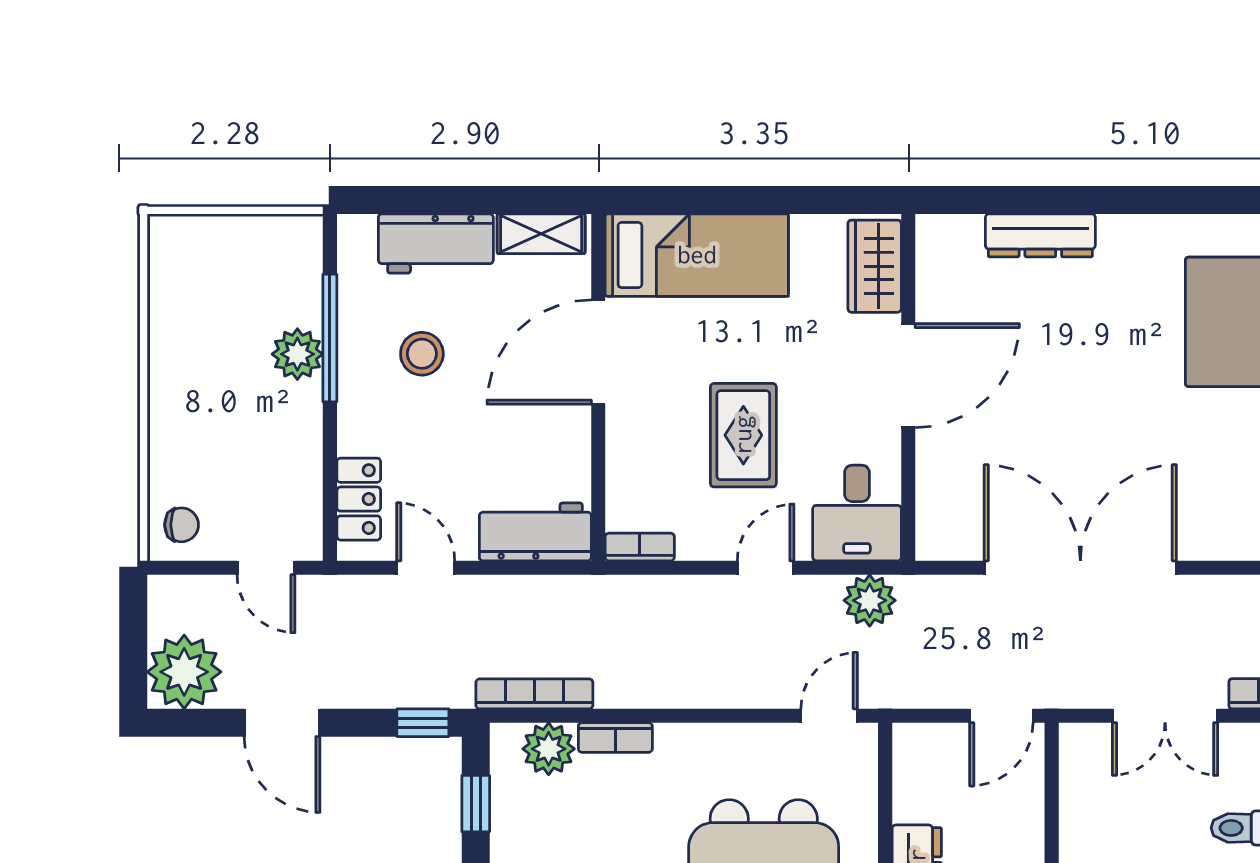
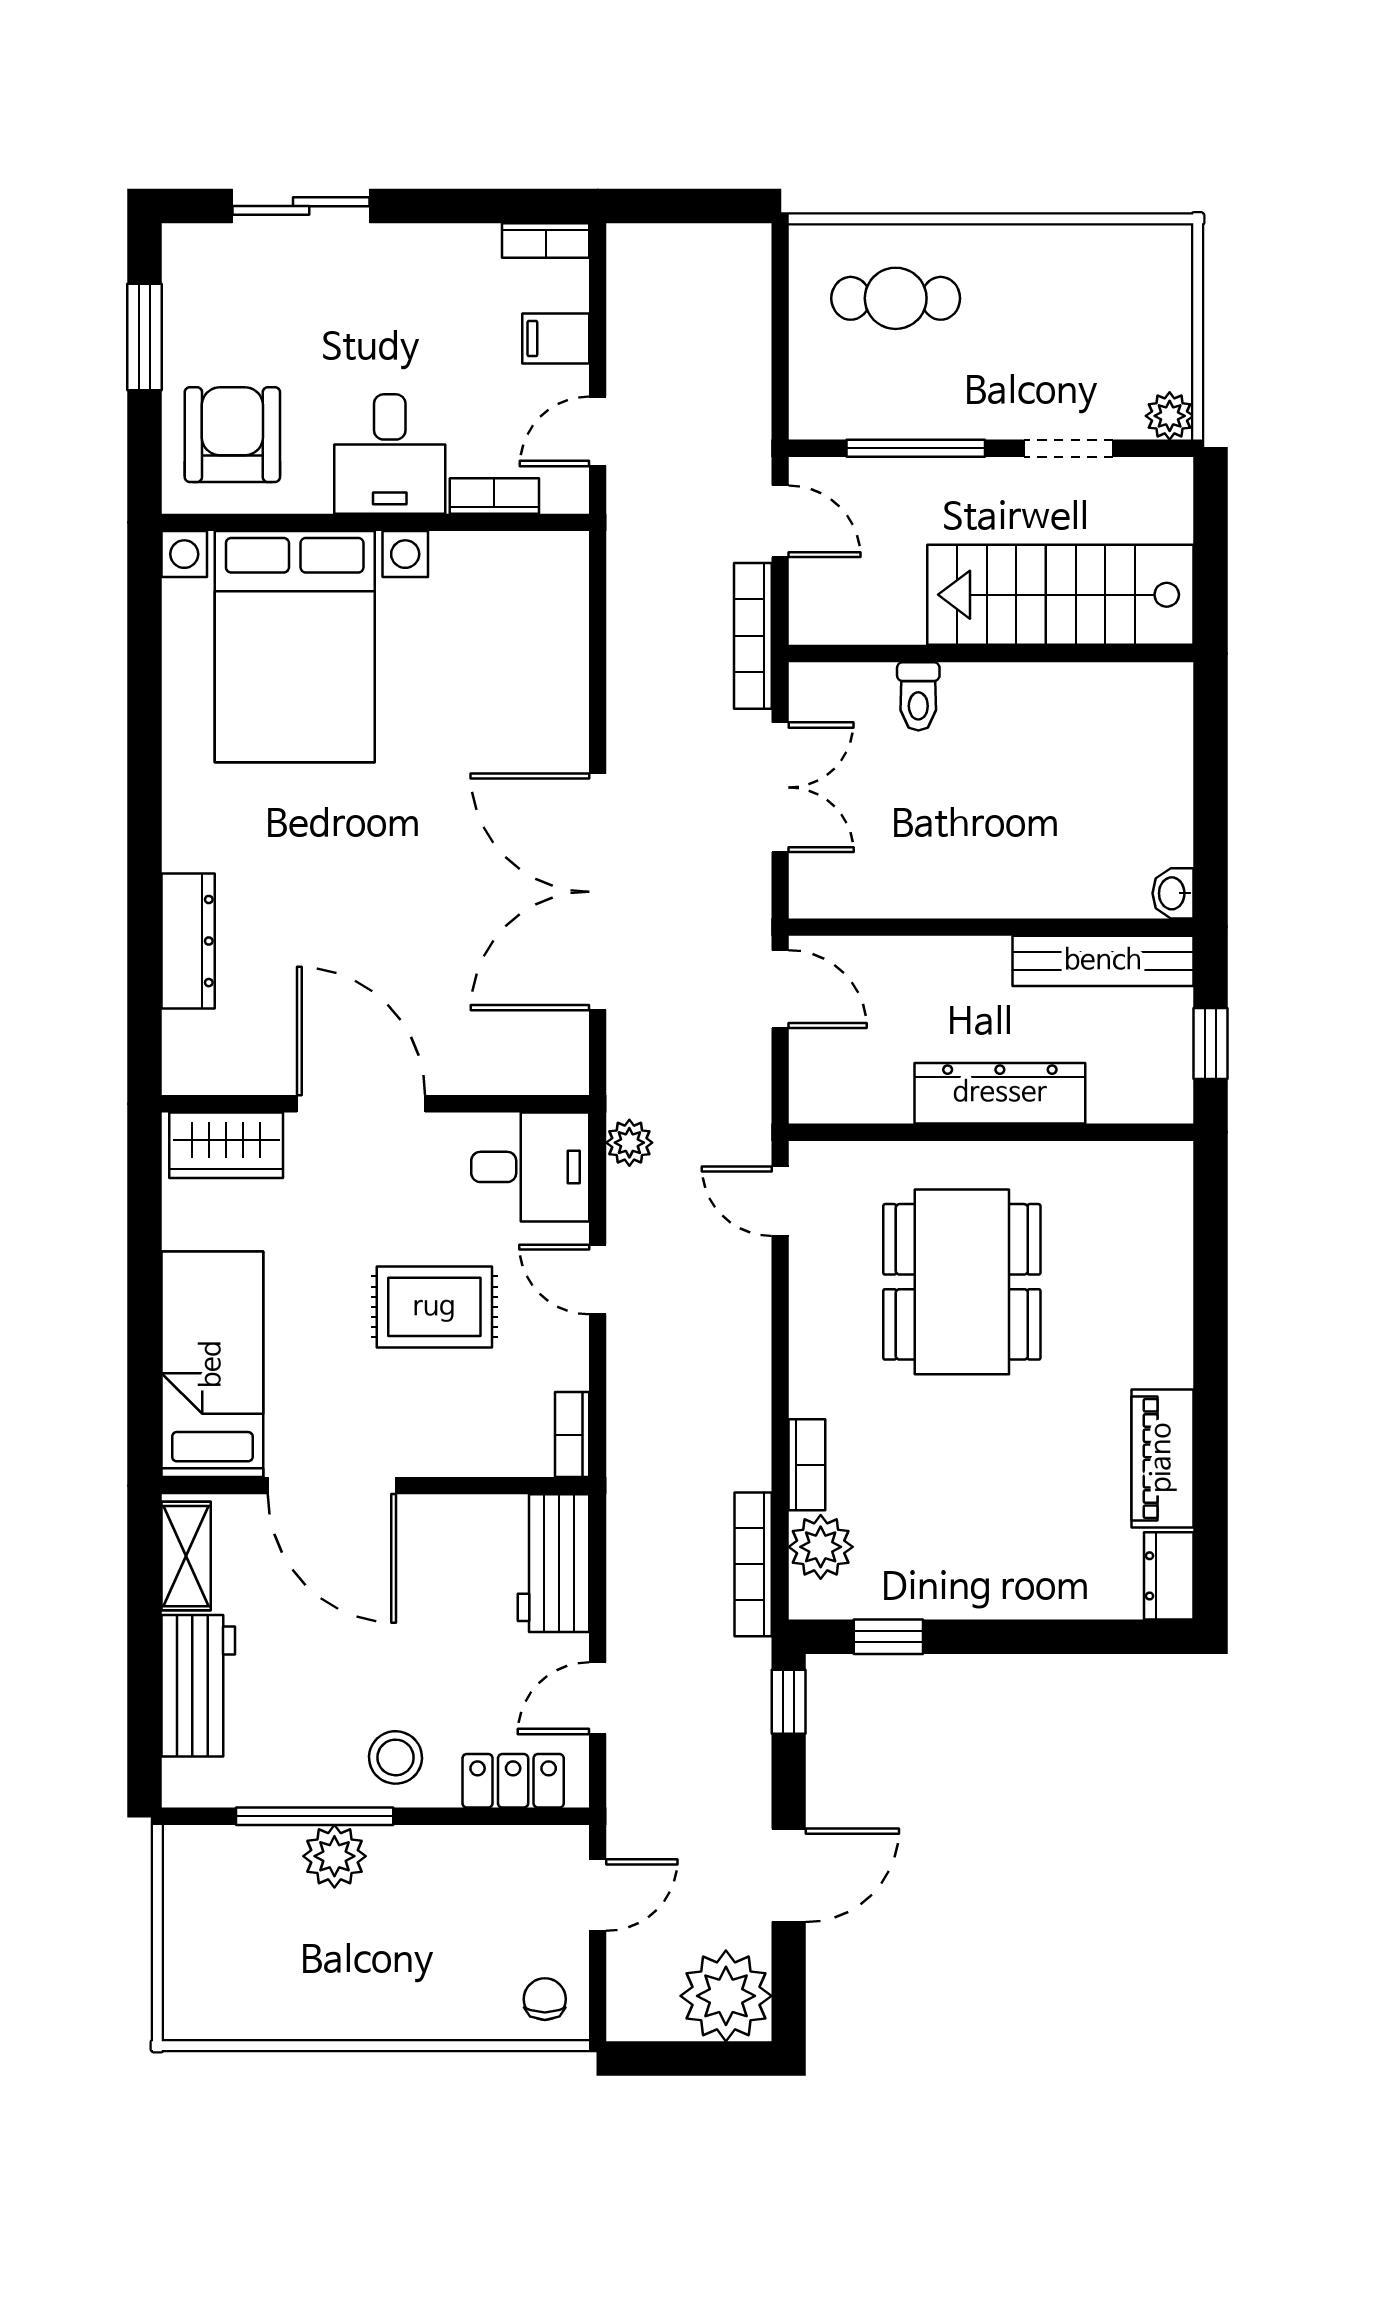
stool: (422, 354) -> (396, 1757), moved
plant: (870, 600) -> (629, 1143), width x0.73, depth x0.73

